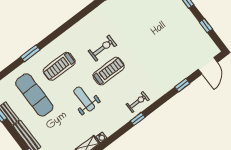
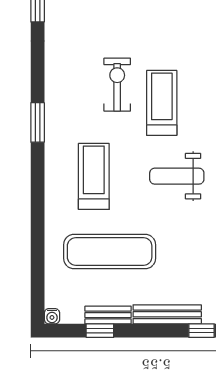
window: (30, 53) -> (38, 122), moved
treadmill: (59, 66) -> (94, 176), turned 180

